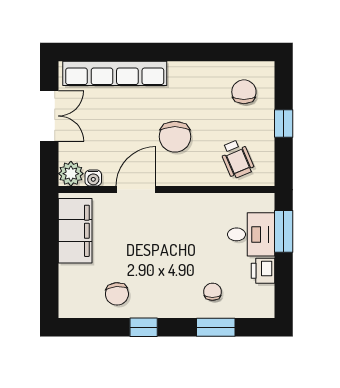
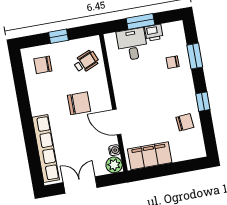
window: (284, 231) -> (140, 22), moved

